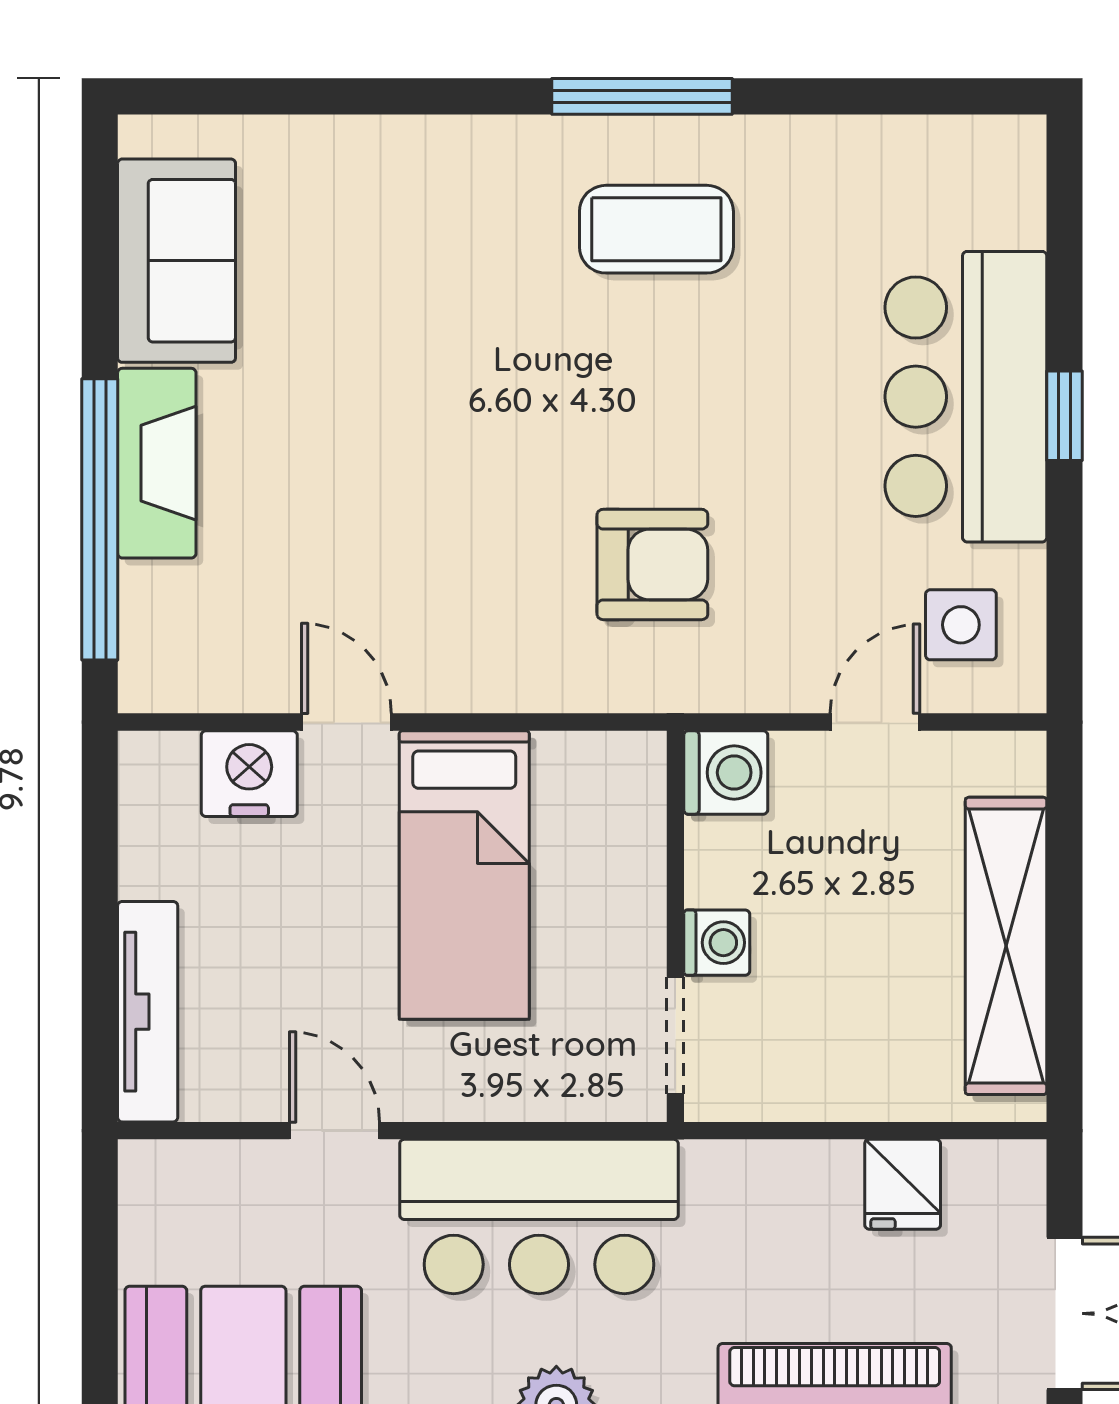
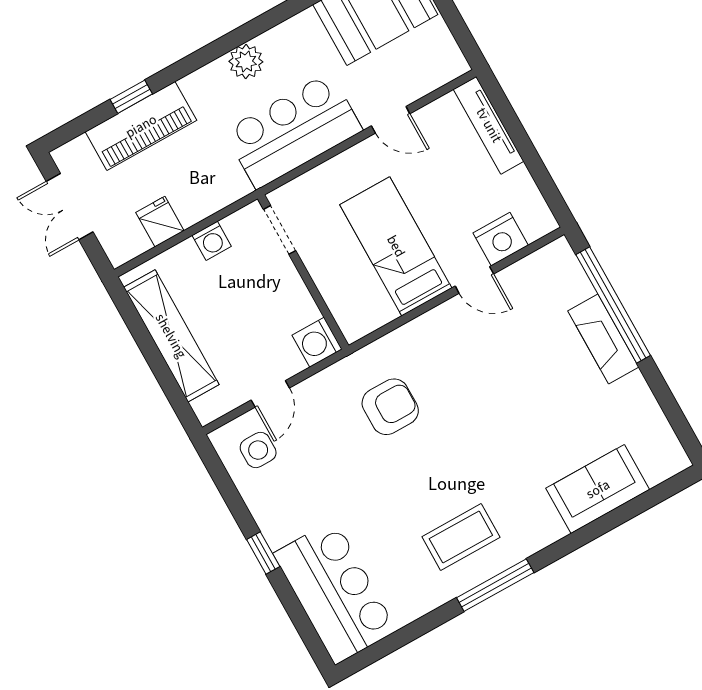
sofa: (177, 261) -> (598, 489), moved, turned 90
bar counter: (966, 397) -> (335, 592), moved
armchair: (652, 564) -> (390, 407), turned 180
washing machine: (717, 943) -> (212, 241), moved, turned -90

